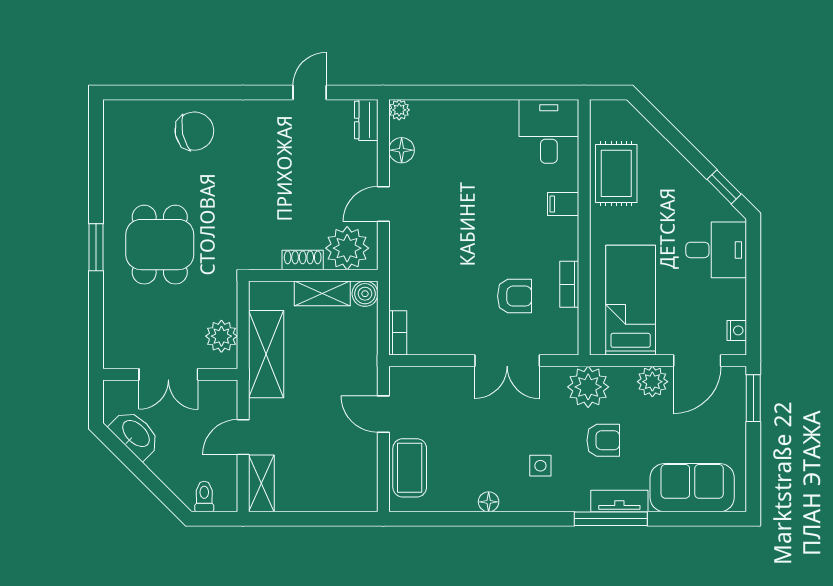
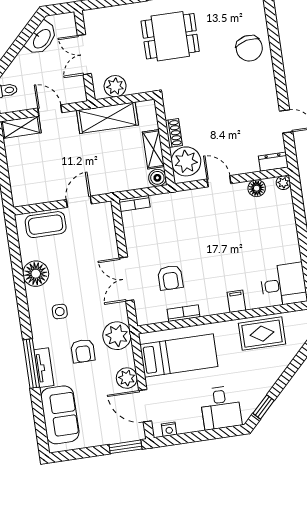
floor lamp: (489, 502) -> (36, 274), width x1.89, depth x1.89

